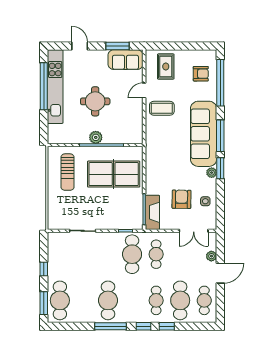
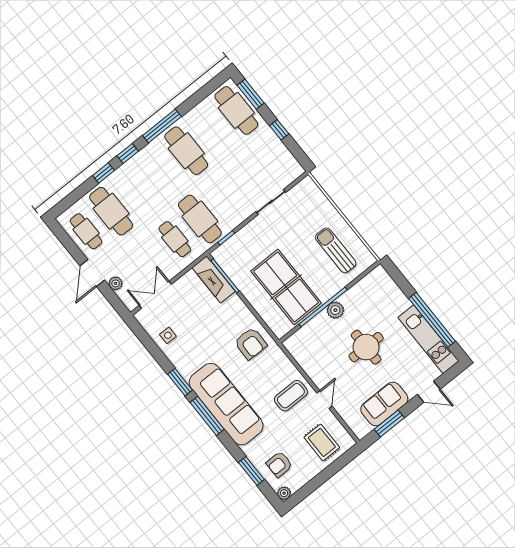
sofa: (125, 60) -> (384, 404), moved
window: (220, 83) -> (251, 471), width x0.47
kitchen unit: (55, 87) -> (428, 339), width x0.73
plant: (212, 173) -> (284, 493), moved
table tennis table: (114, 174) -> (286, 287), turned 90
armchair: (182, 199) -> (251, 343), moved
cafe table: (156, 300) -> (136, 191), removed

